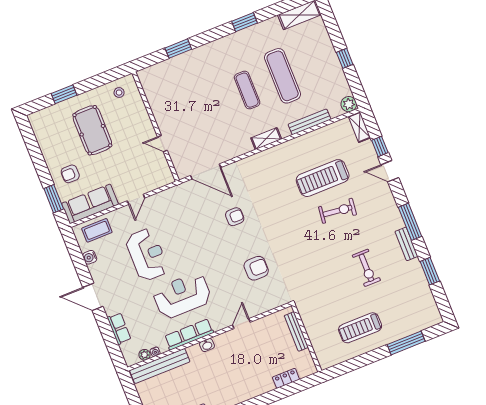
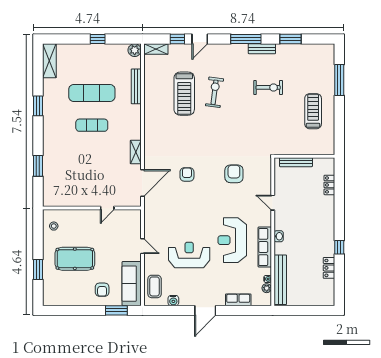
shelving: (266, 139) -> (136, 152), moved
treadmill: (360, 328) -> (313, 111), turned 180

